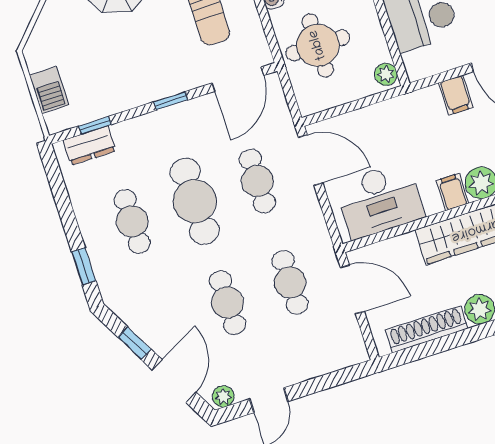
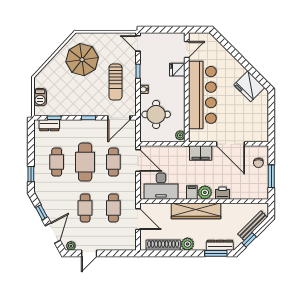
filing cabinet: (456, 95) -> (201, 153), width x2.00

